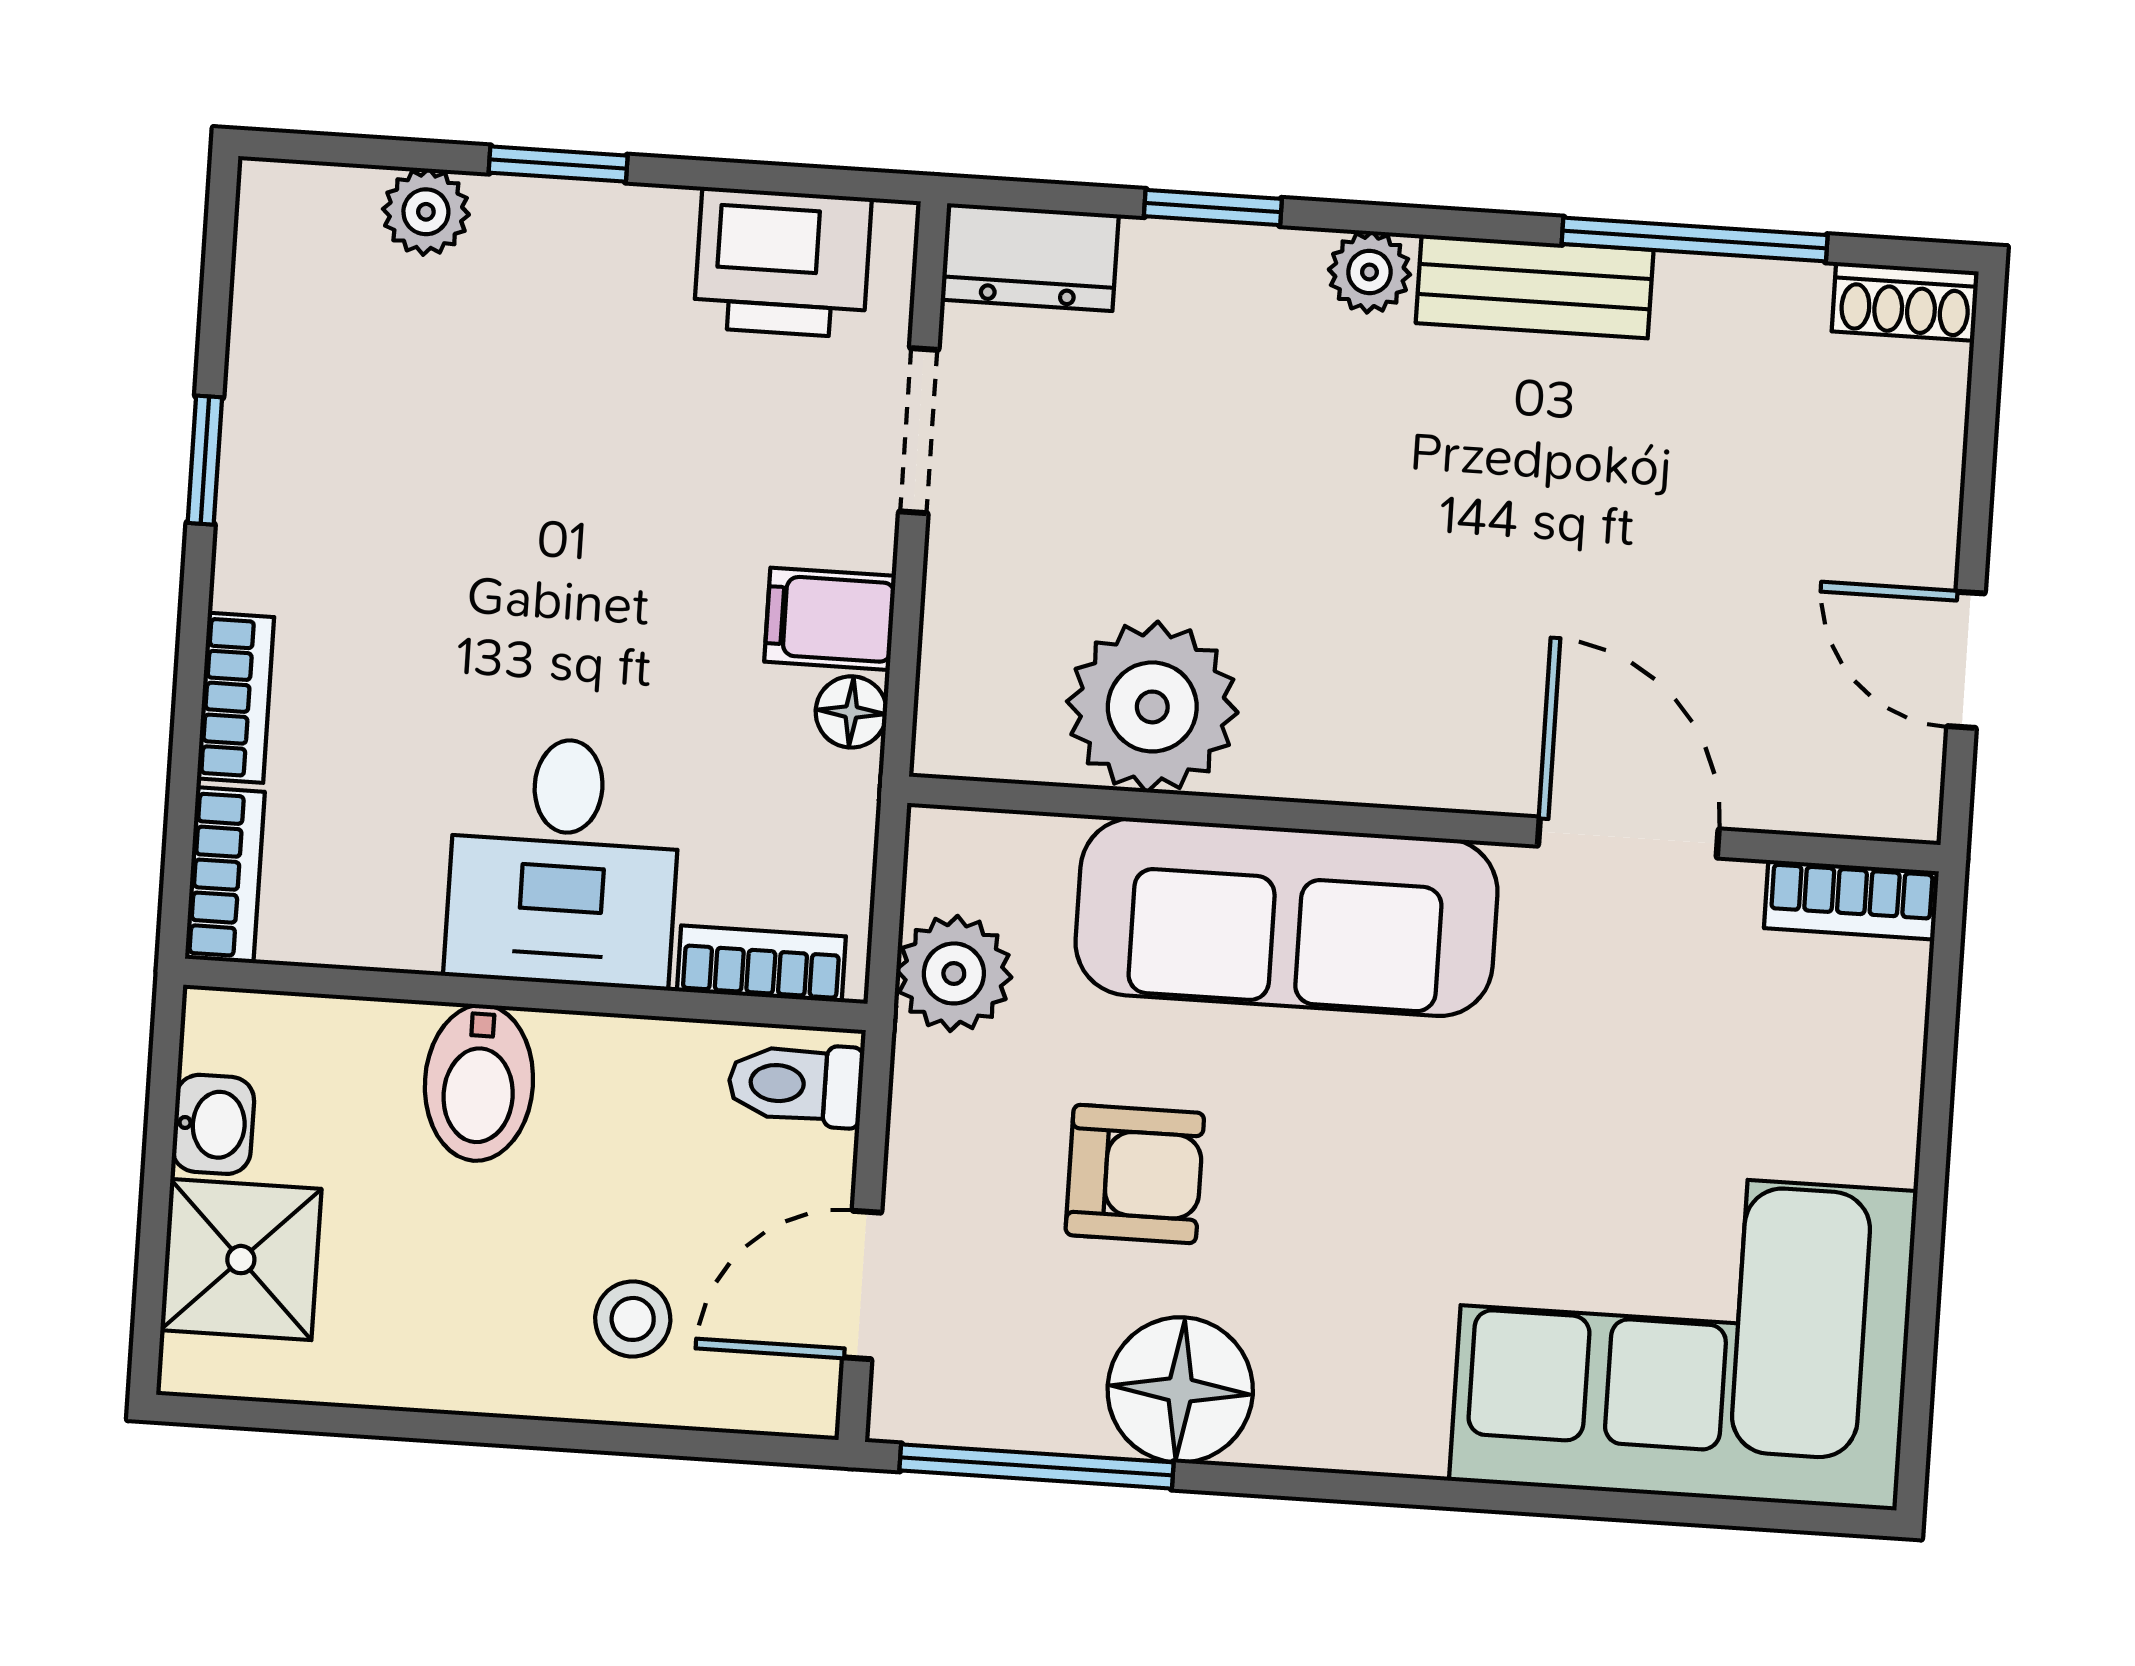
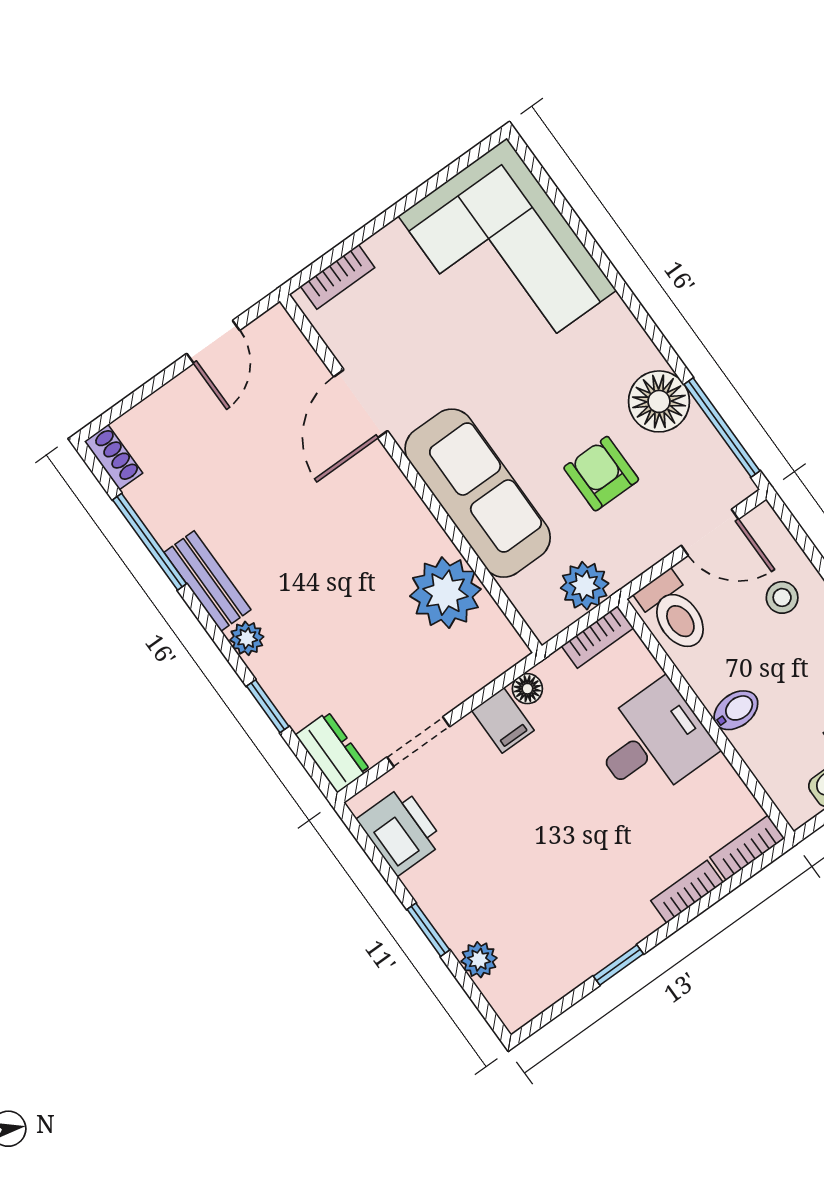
bookcase: (1851, 900) -> (338, 277), moved, turned 90
bookcase: (761, 964) -> (597, 637), moved, turned -90
bidet: (479, 1083) -> (736, 710), width x0.72, depth x0.74
toilet: (796, 1084) -> (674, 612), width x1.37, depth x1.39

